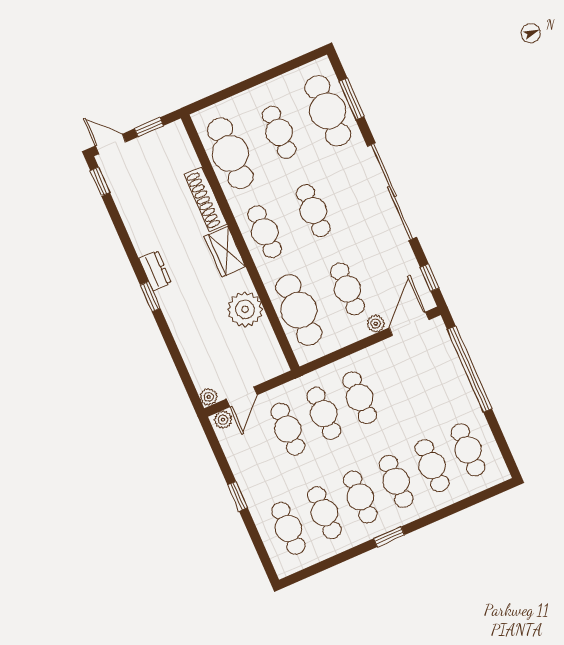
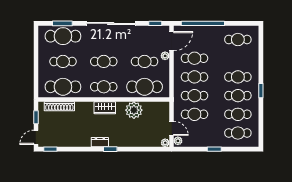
shoe rack: (206, 199) -> (59, 106), moved
door: (409, 324) -> (172, 41), swing flipped
cafe table: (432, 466) -> (194, 58), moved

